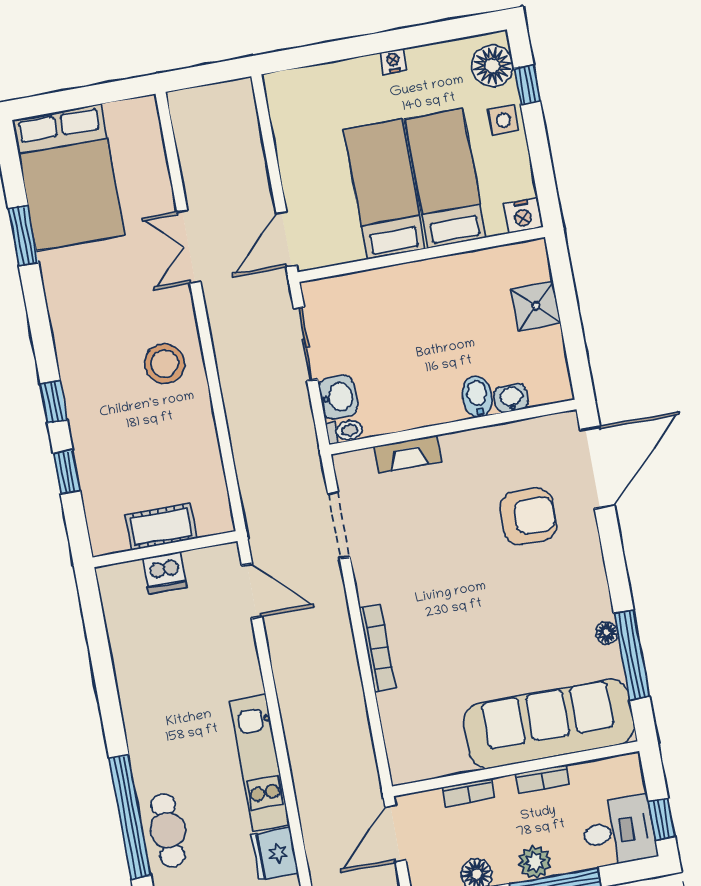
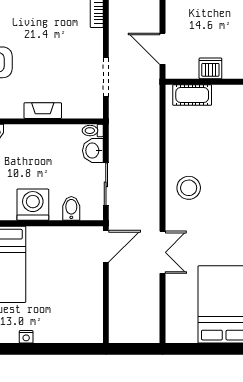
bed: (385, 189) -> (45, 265), removed
washing machine: (423, 287) -> (33, 205), added
bidet: (477, 397) -> (71, 208), moved, turned 180
fireplace: (407, 454) -> (43, 111), moved
cot: (161, 527) -> (192, 95), moved

